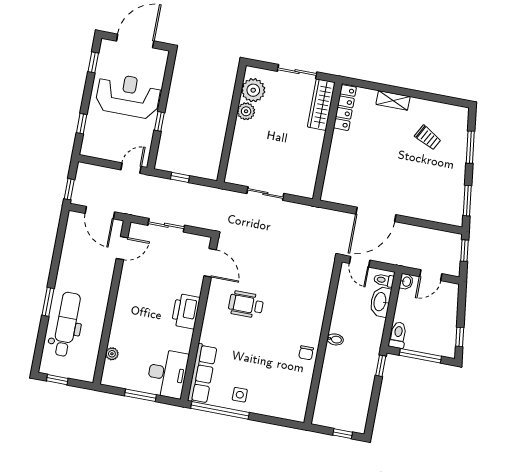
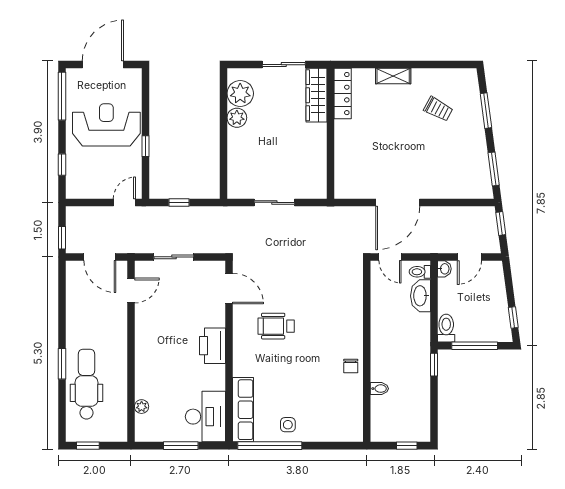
window: (93, 62) -> (62, 96), width x2.17
bidet: (335, 339) -> (379, 389), moved

